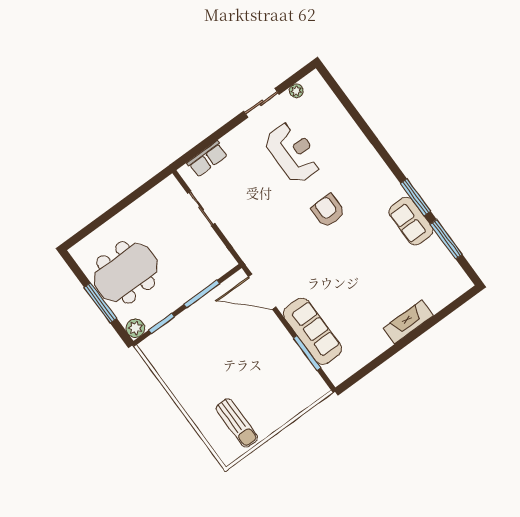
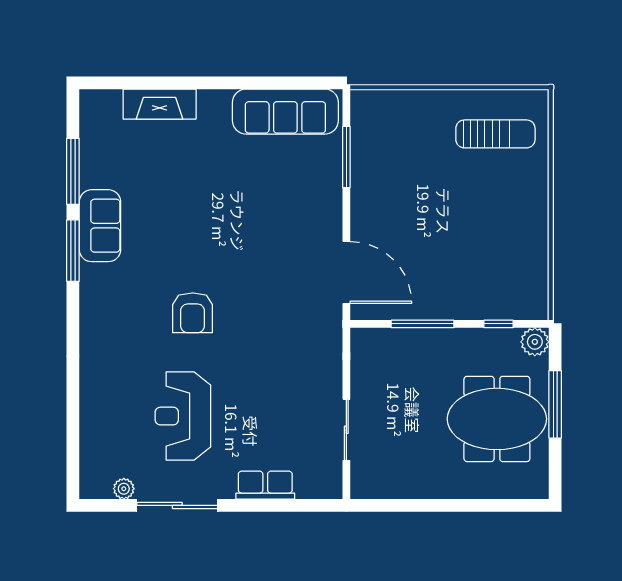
sliding door: (261, 103) -> (177, 505), width x1.37
row of seats: (207, 159) -> (265, 485), moved
fireplace: (408, 322) -> (160, 104), moved
window: (162, 323) -> (499, 324), width x0.67
sofa: (312, 331) -> (285, 112), moved, turned -90
sun lounger: (237, 423) -> (495, 134), turned 90

